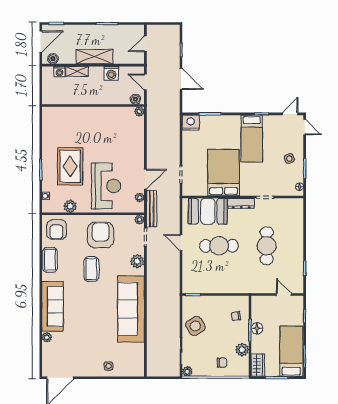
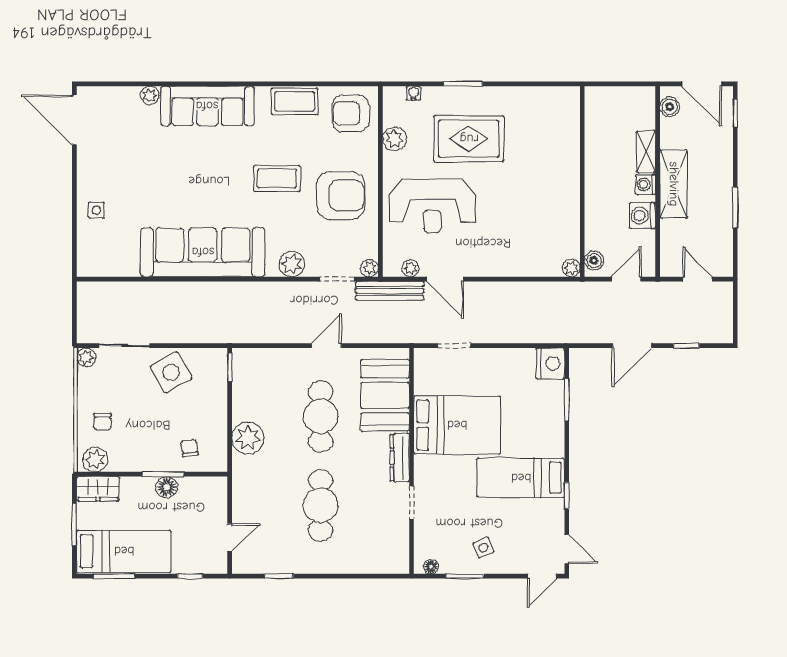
washing machine: (59, 72) -> (646, 184), moved
cafe table: (267, 246) -> (321, 505), turned 90
plant: (230, 285) -> (248, 438), added
plant: (242, 350) -> (95, 460), moved

